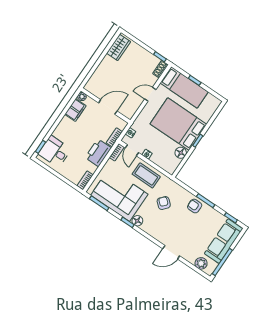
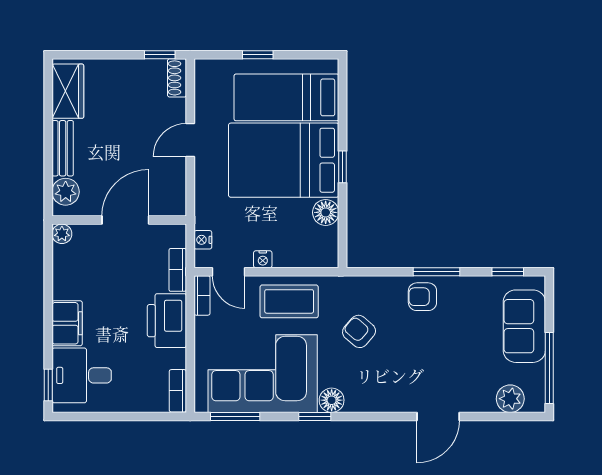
bench: (103, 66) -> (63, 148), added
plant: (93, 82) -> (66, 192), added
bed: (184, 87) -> (286, 97), moved, turned 180
filing cabinet: (75, 110) -> (67, 323), moved
sofa: (224, 241) -> (524, 326), width x0.73

